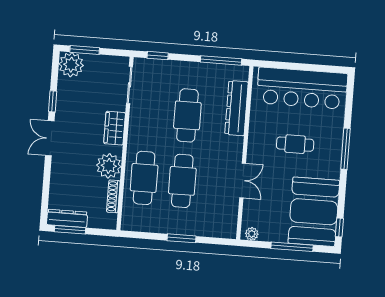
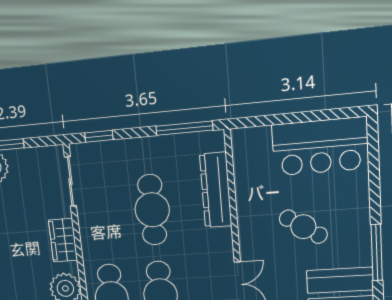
bar counter: (302, 88) -> (320, 147), width x0.73
cafe table: (295, 144) -> (303, 227), turned 33
window: (345, 149) -> (377, 253), moved

